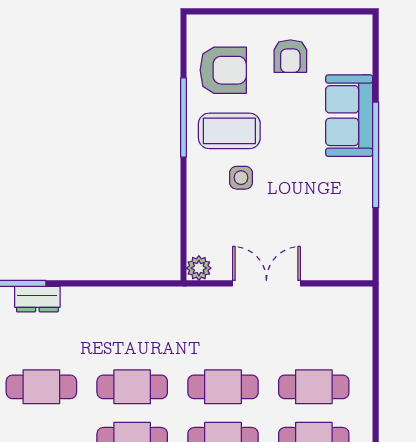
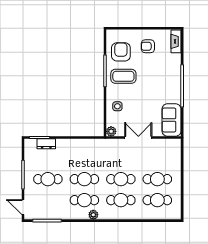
fireplace: (361, 44) -> (176, 41), added
armchair: (290, 56) -> (148, 46), turned 90
armchair: (223, 70) -> (121, 52), turned -90
sofa: (349, 116) -> (172, 120), moved
side table: (241, 178) -> (117, 106), moved

